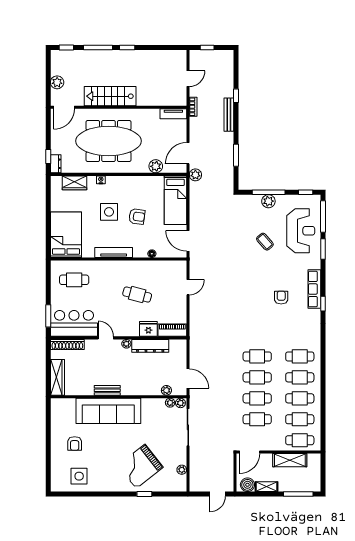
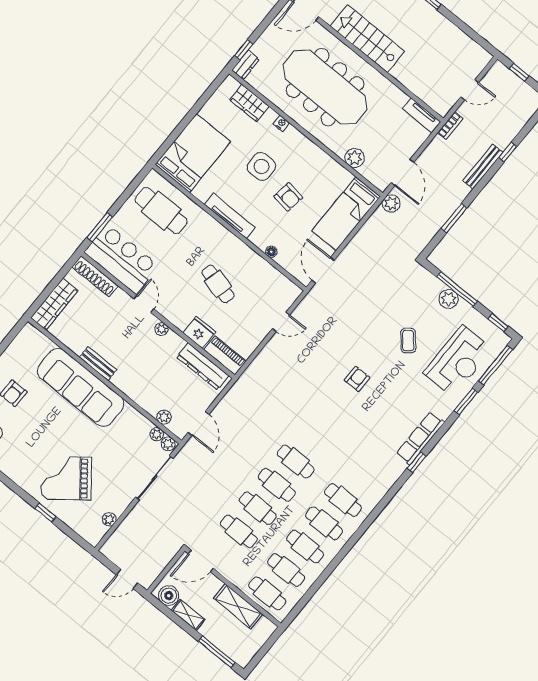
door: (188, 153) -> (402, 173), swing flipped
cafe table: (74, 280) -> (161, 211), width x1.37, depth x1.35
armchair: (281, 298) -> (357, 379), moved
dresser: (150, 346) -> (203, 366), moved

